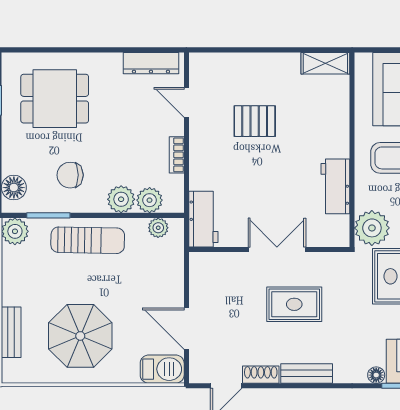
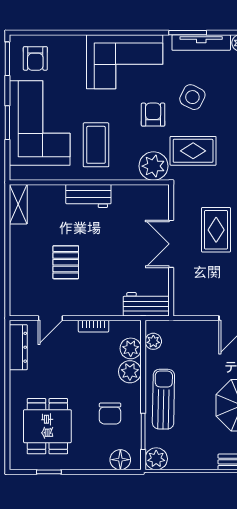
workbench: (335, 186) -> (88, 196), moved

